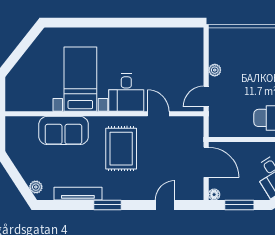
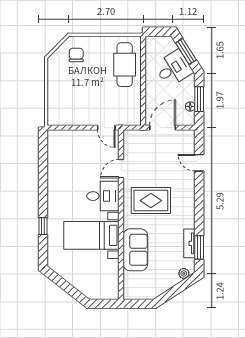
window: (91, 23) -> (43, 226), added
plant: (215, 70) -> (84, 120), removed
tv unit: (78, 194) -> (189, 243), width x0.71
floor lamp: (214, 195) -> (190, 106), moved
window: (108, 205) -> (199, 247), moved

